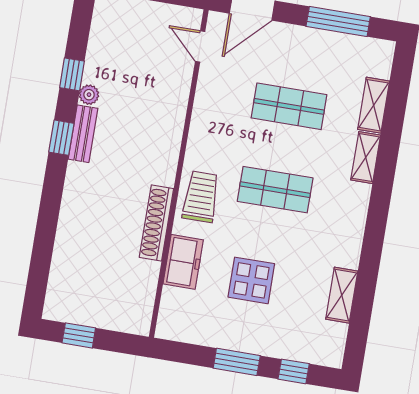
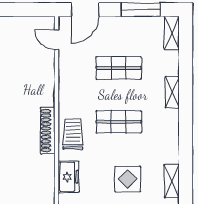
shelving: (374, 105) -> (172, 33), moved
shoe rack: (156, 223) -> (48, 131), moved
display table: (251, 280) -> (128, 179), moved

